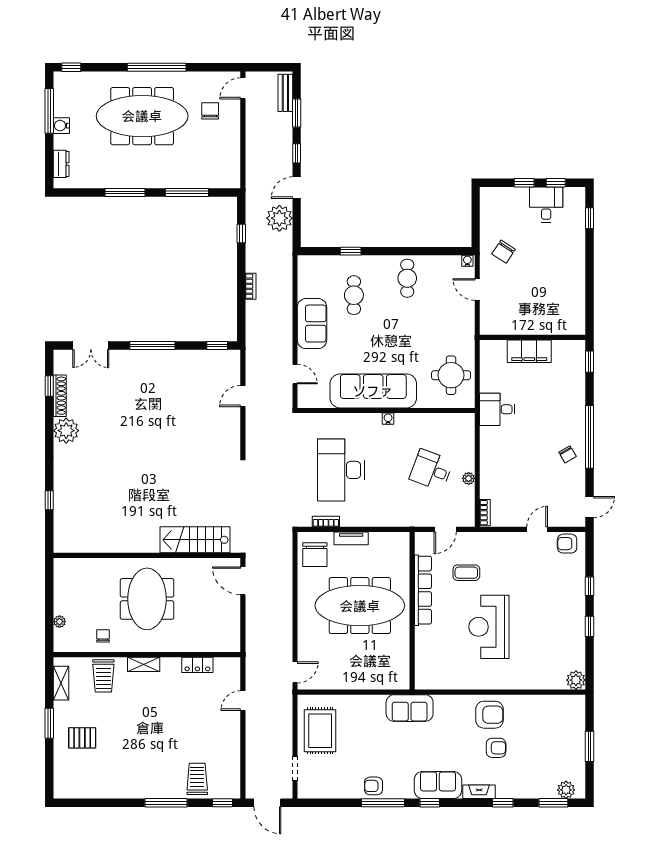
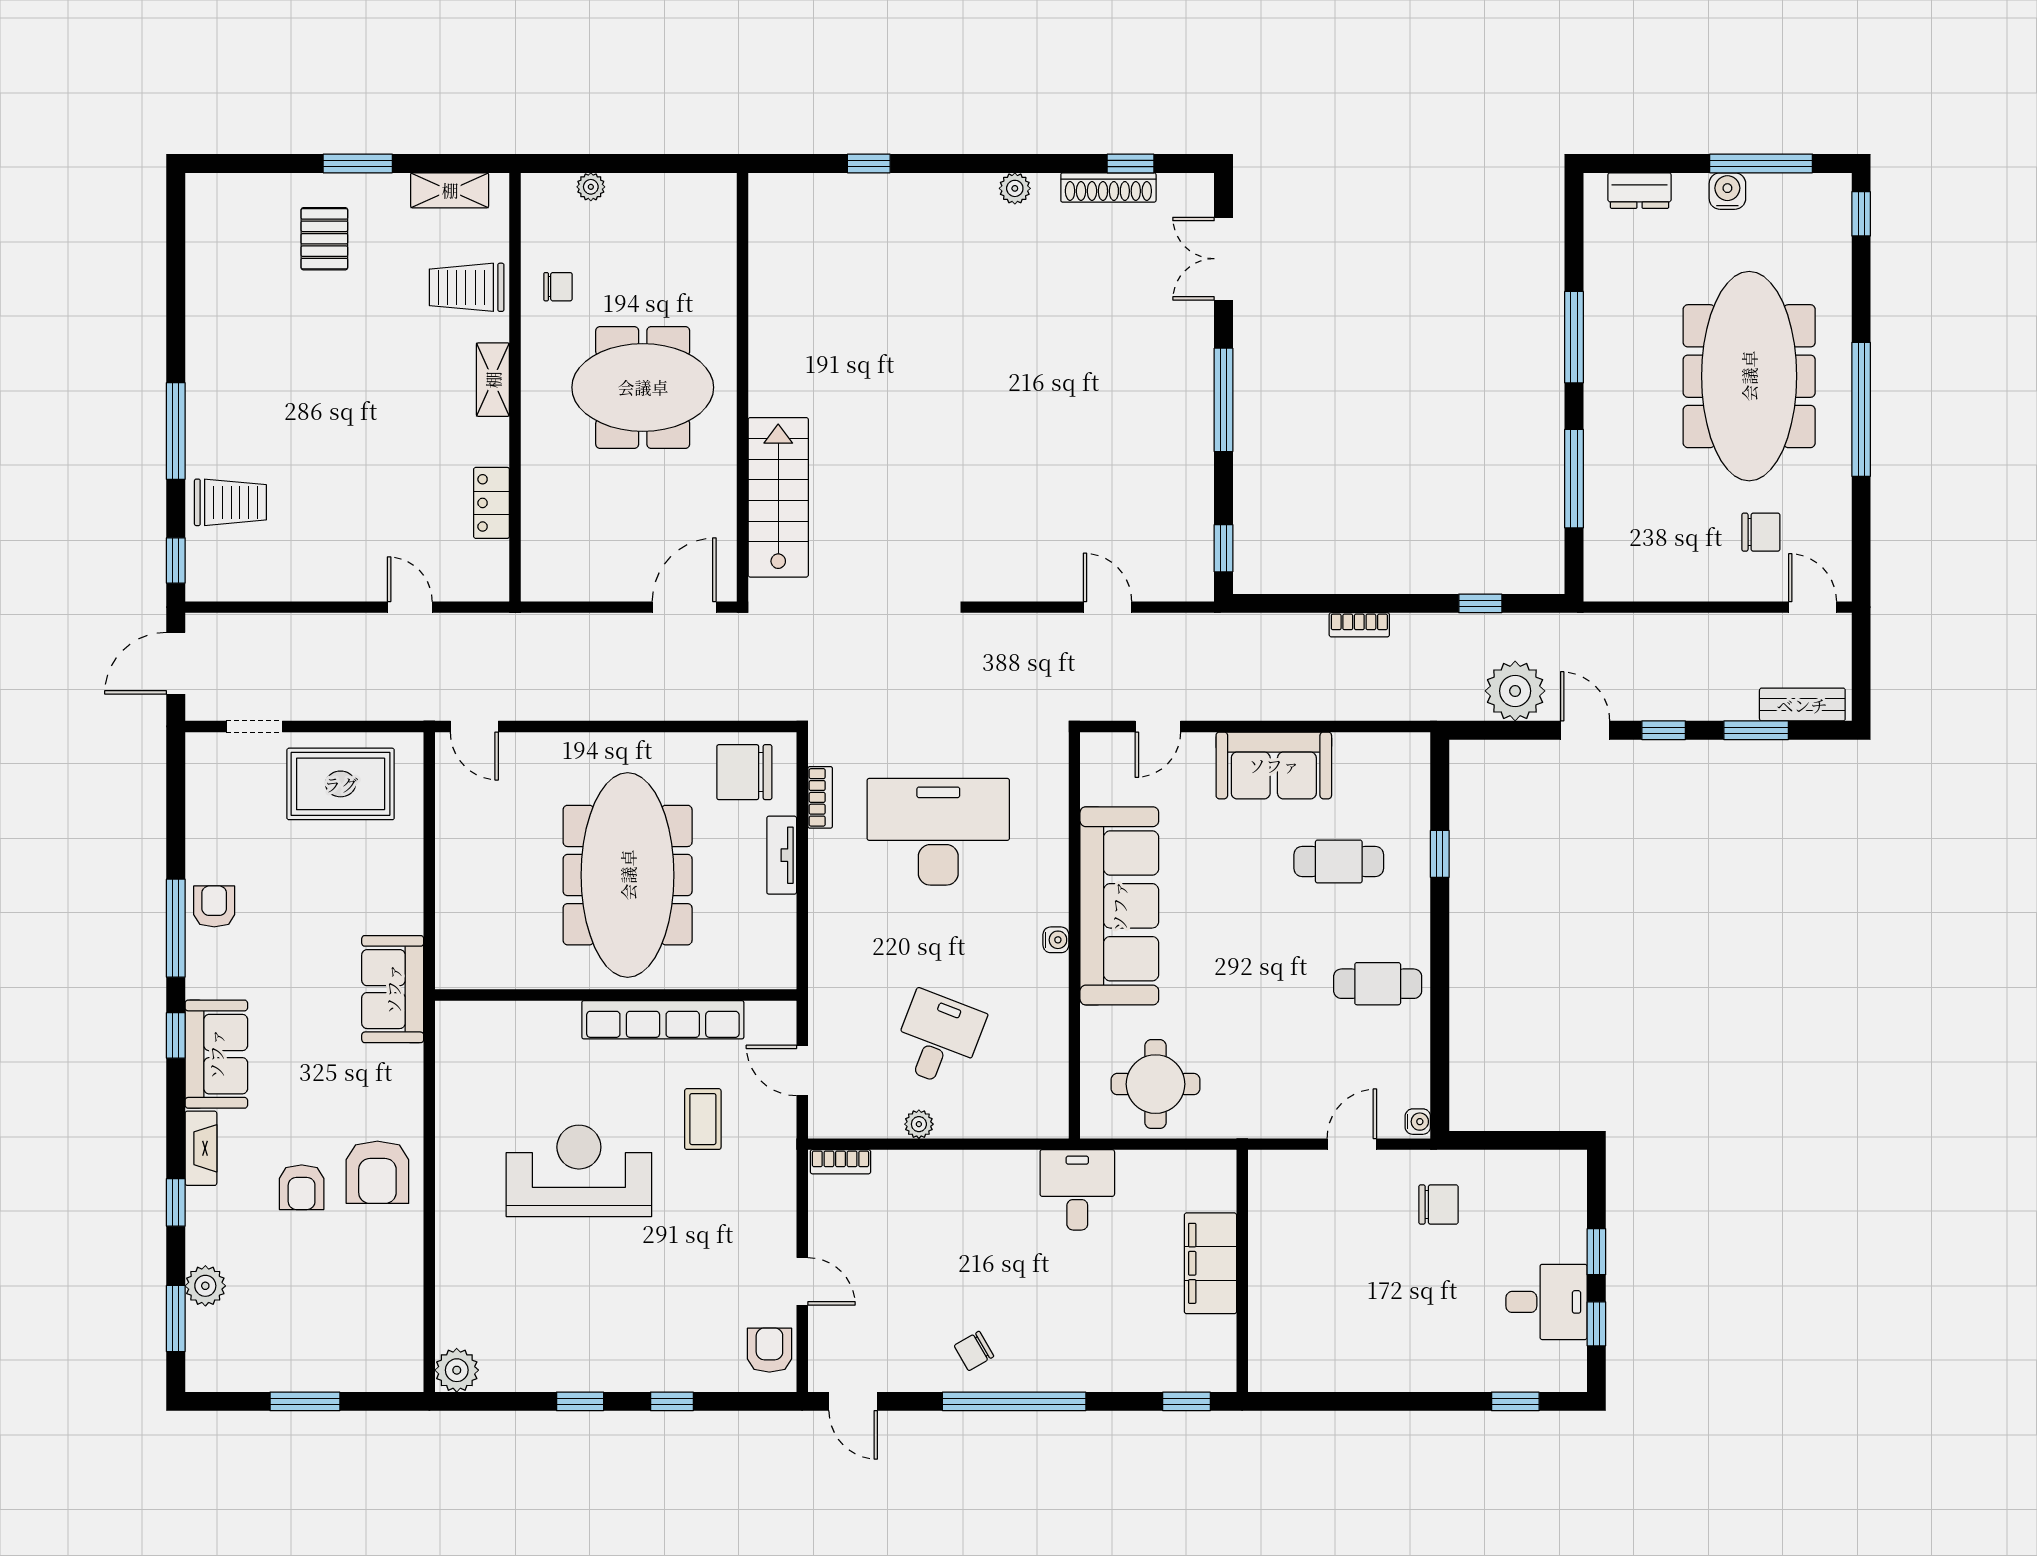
chair: (504, 252) -> (1439, 1204), turned 147
plant: (66, 431) -> (1015, 188), width x0.53, depth x0.53
plant: (566, 790) -> (205, 1286), moved

